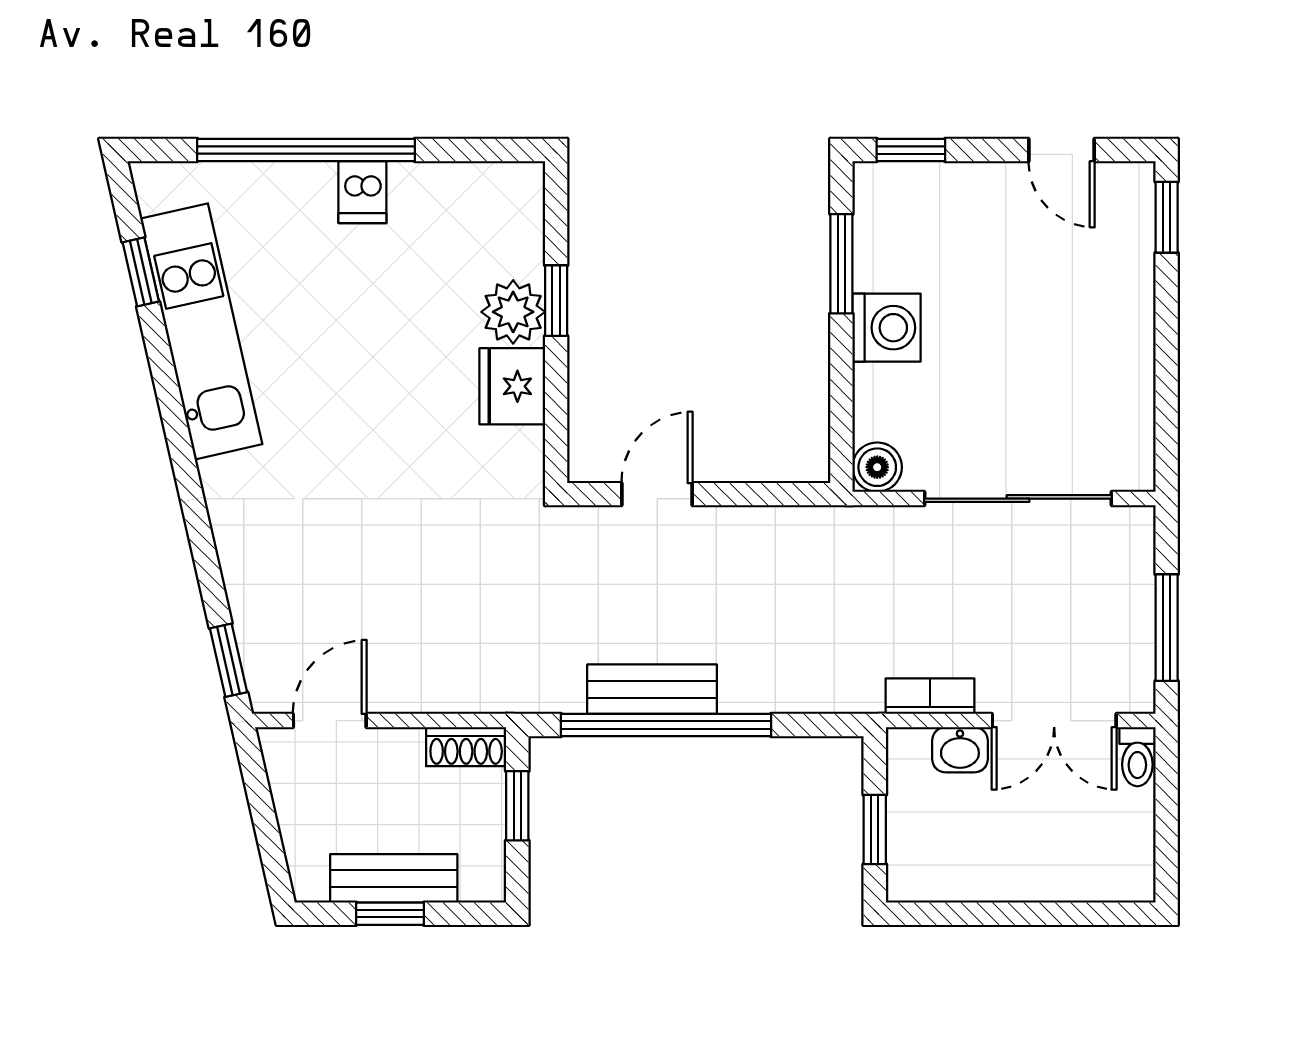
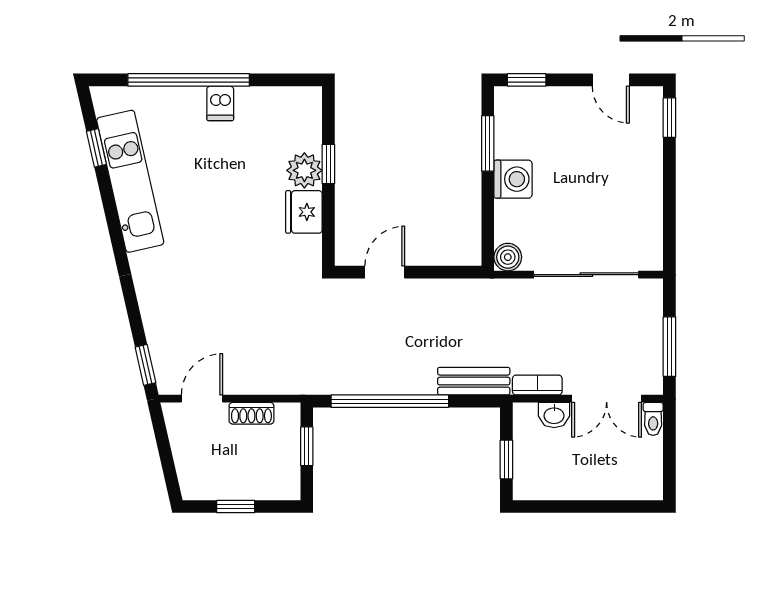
bench: (652, 689) -> (474, 381), moved
shoe rack: (466, 747) -> (251, 413), moved
bench: (394, 878) -> (238, 487), removed

